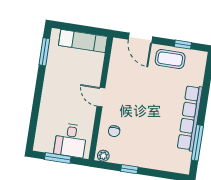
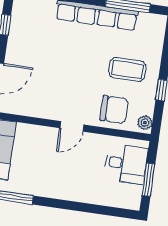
coffee table: (170, 59) -> (127, 69), moved, turned 90
chair: (114, 131) -> (114, 109), width x1.87, depth x1.87

